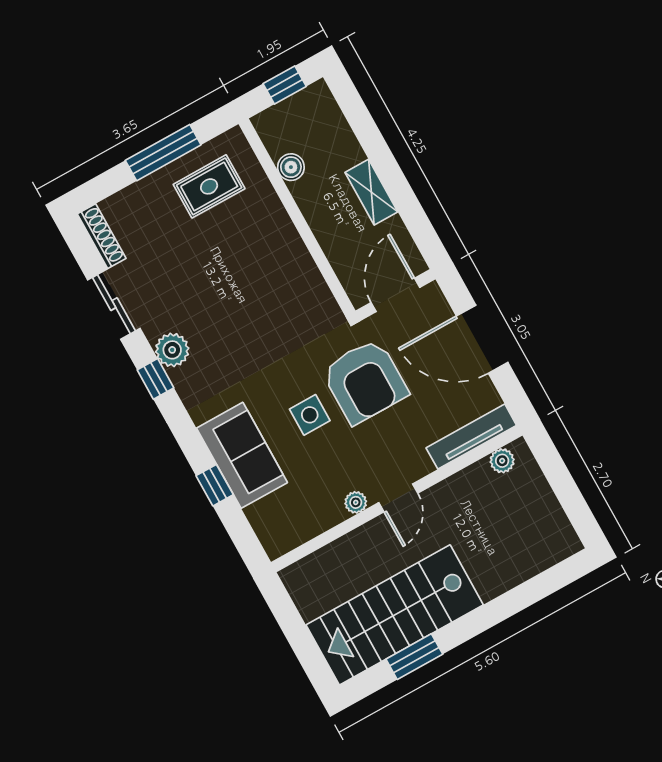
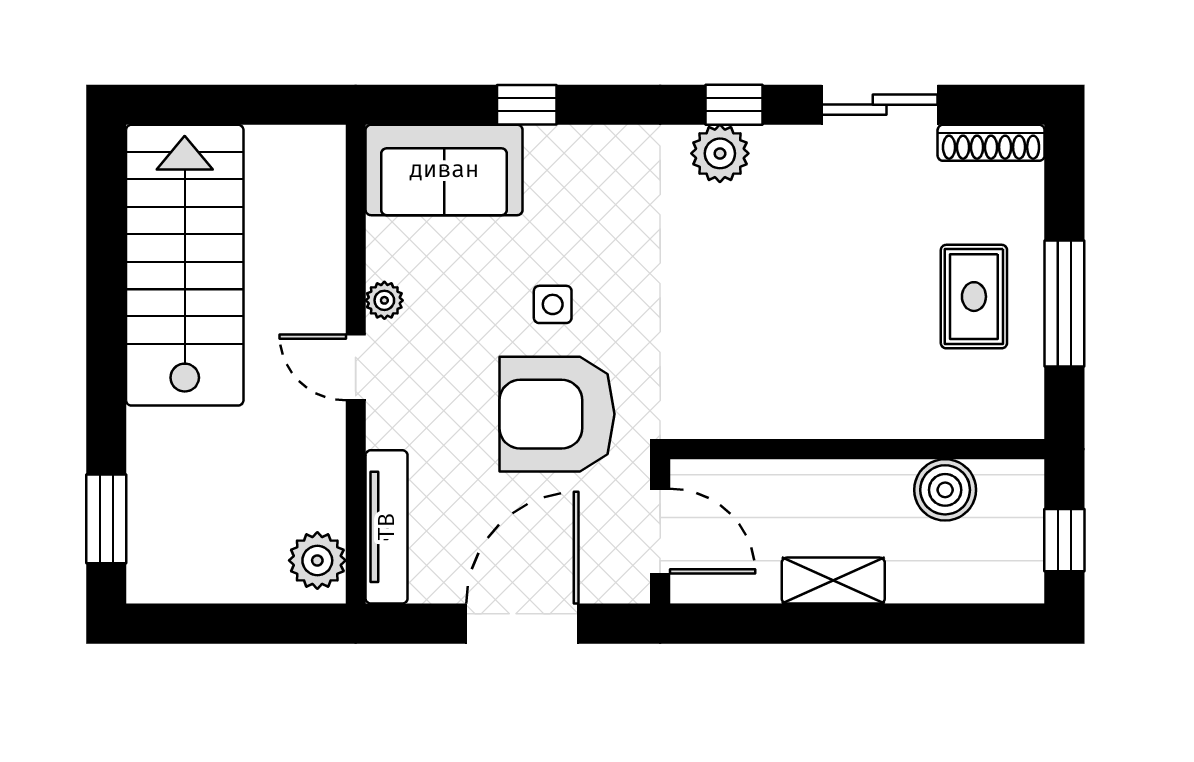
boiler: (291, 167) -> (945, 490), width x1.36, depth x1.36
rug: (209, 186) -> (974, 297), moved
plant: (172, 350) -> (720, 153), moved
side table: (310, 415) -> (553, 304), width x0.73, depth x0.73
sofa: (242, 455) -> (444, 170), moved
plant: (502, 461) -> (317, 560), width x1.38, depth x1.38
window: (414, 657) -> (106, 519), moved

